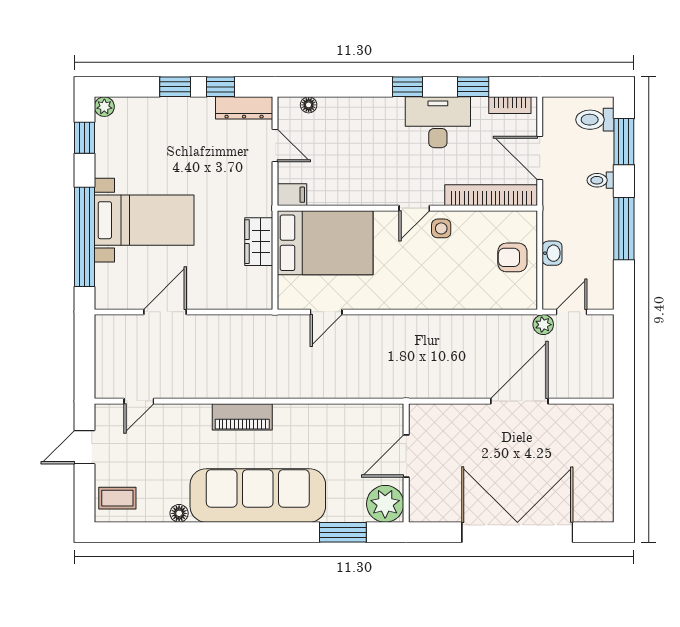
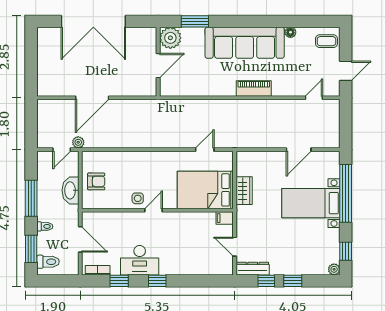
floor lamp: (309, 105) -> (215, 270), removed
bookcase: (491, 195) -> (109, 218), removed
washbasin: (552, 253) -> (70, 190), width x1.91, depth x1.45

